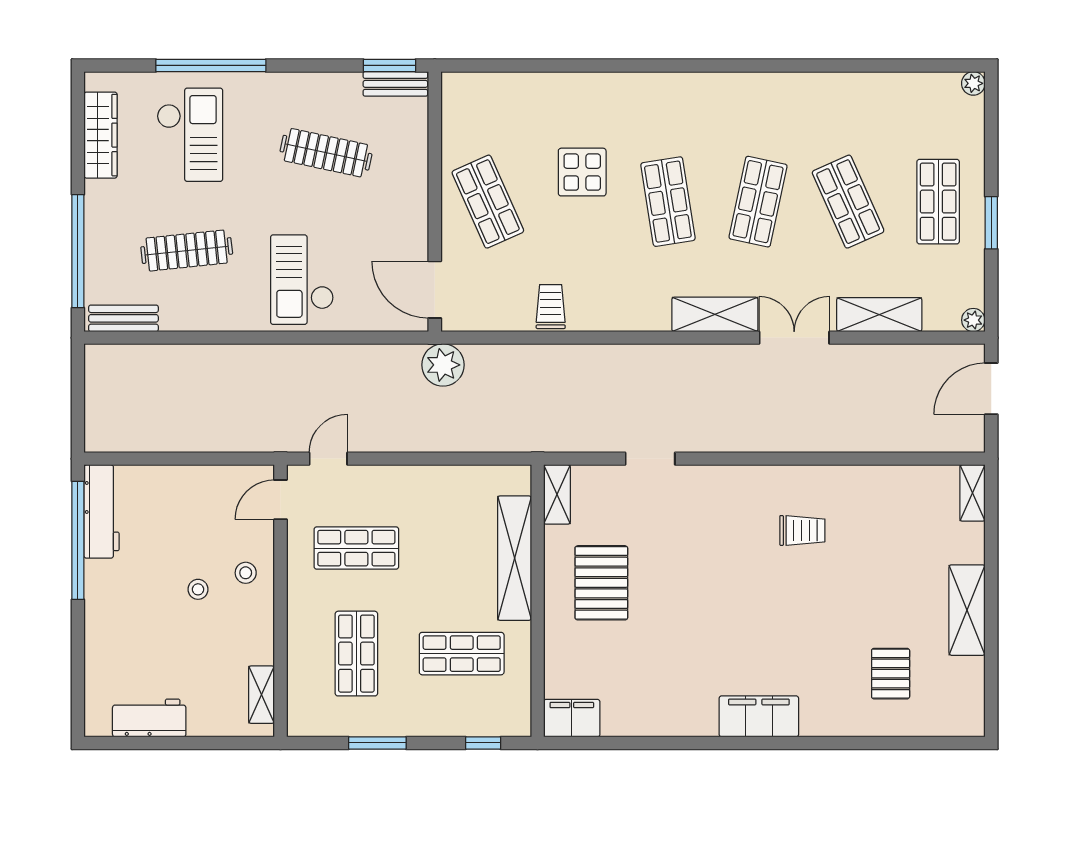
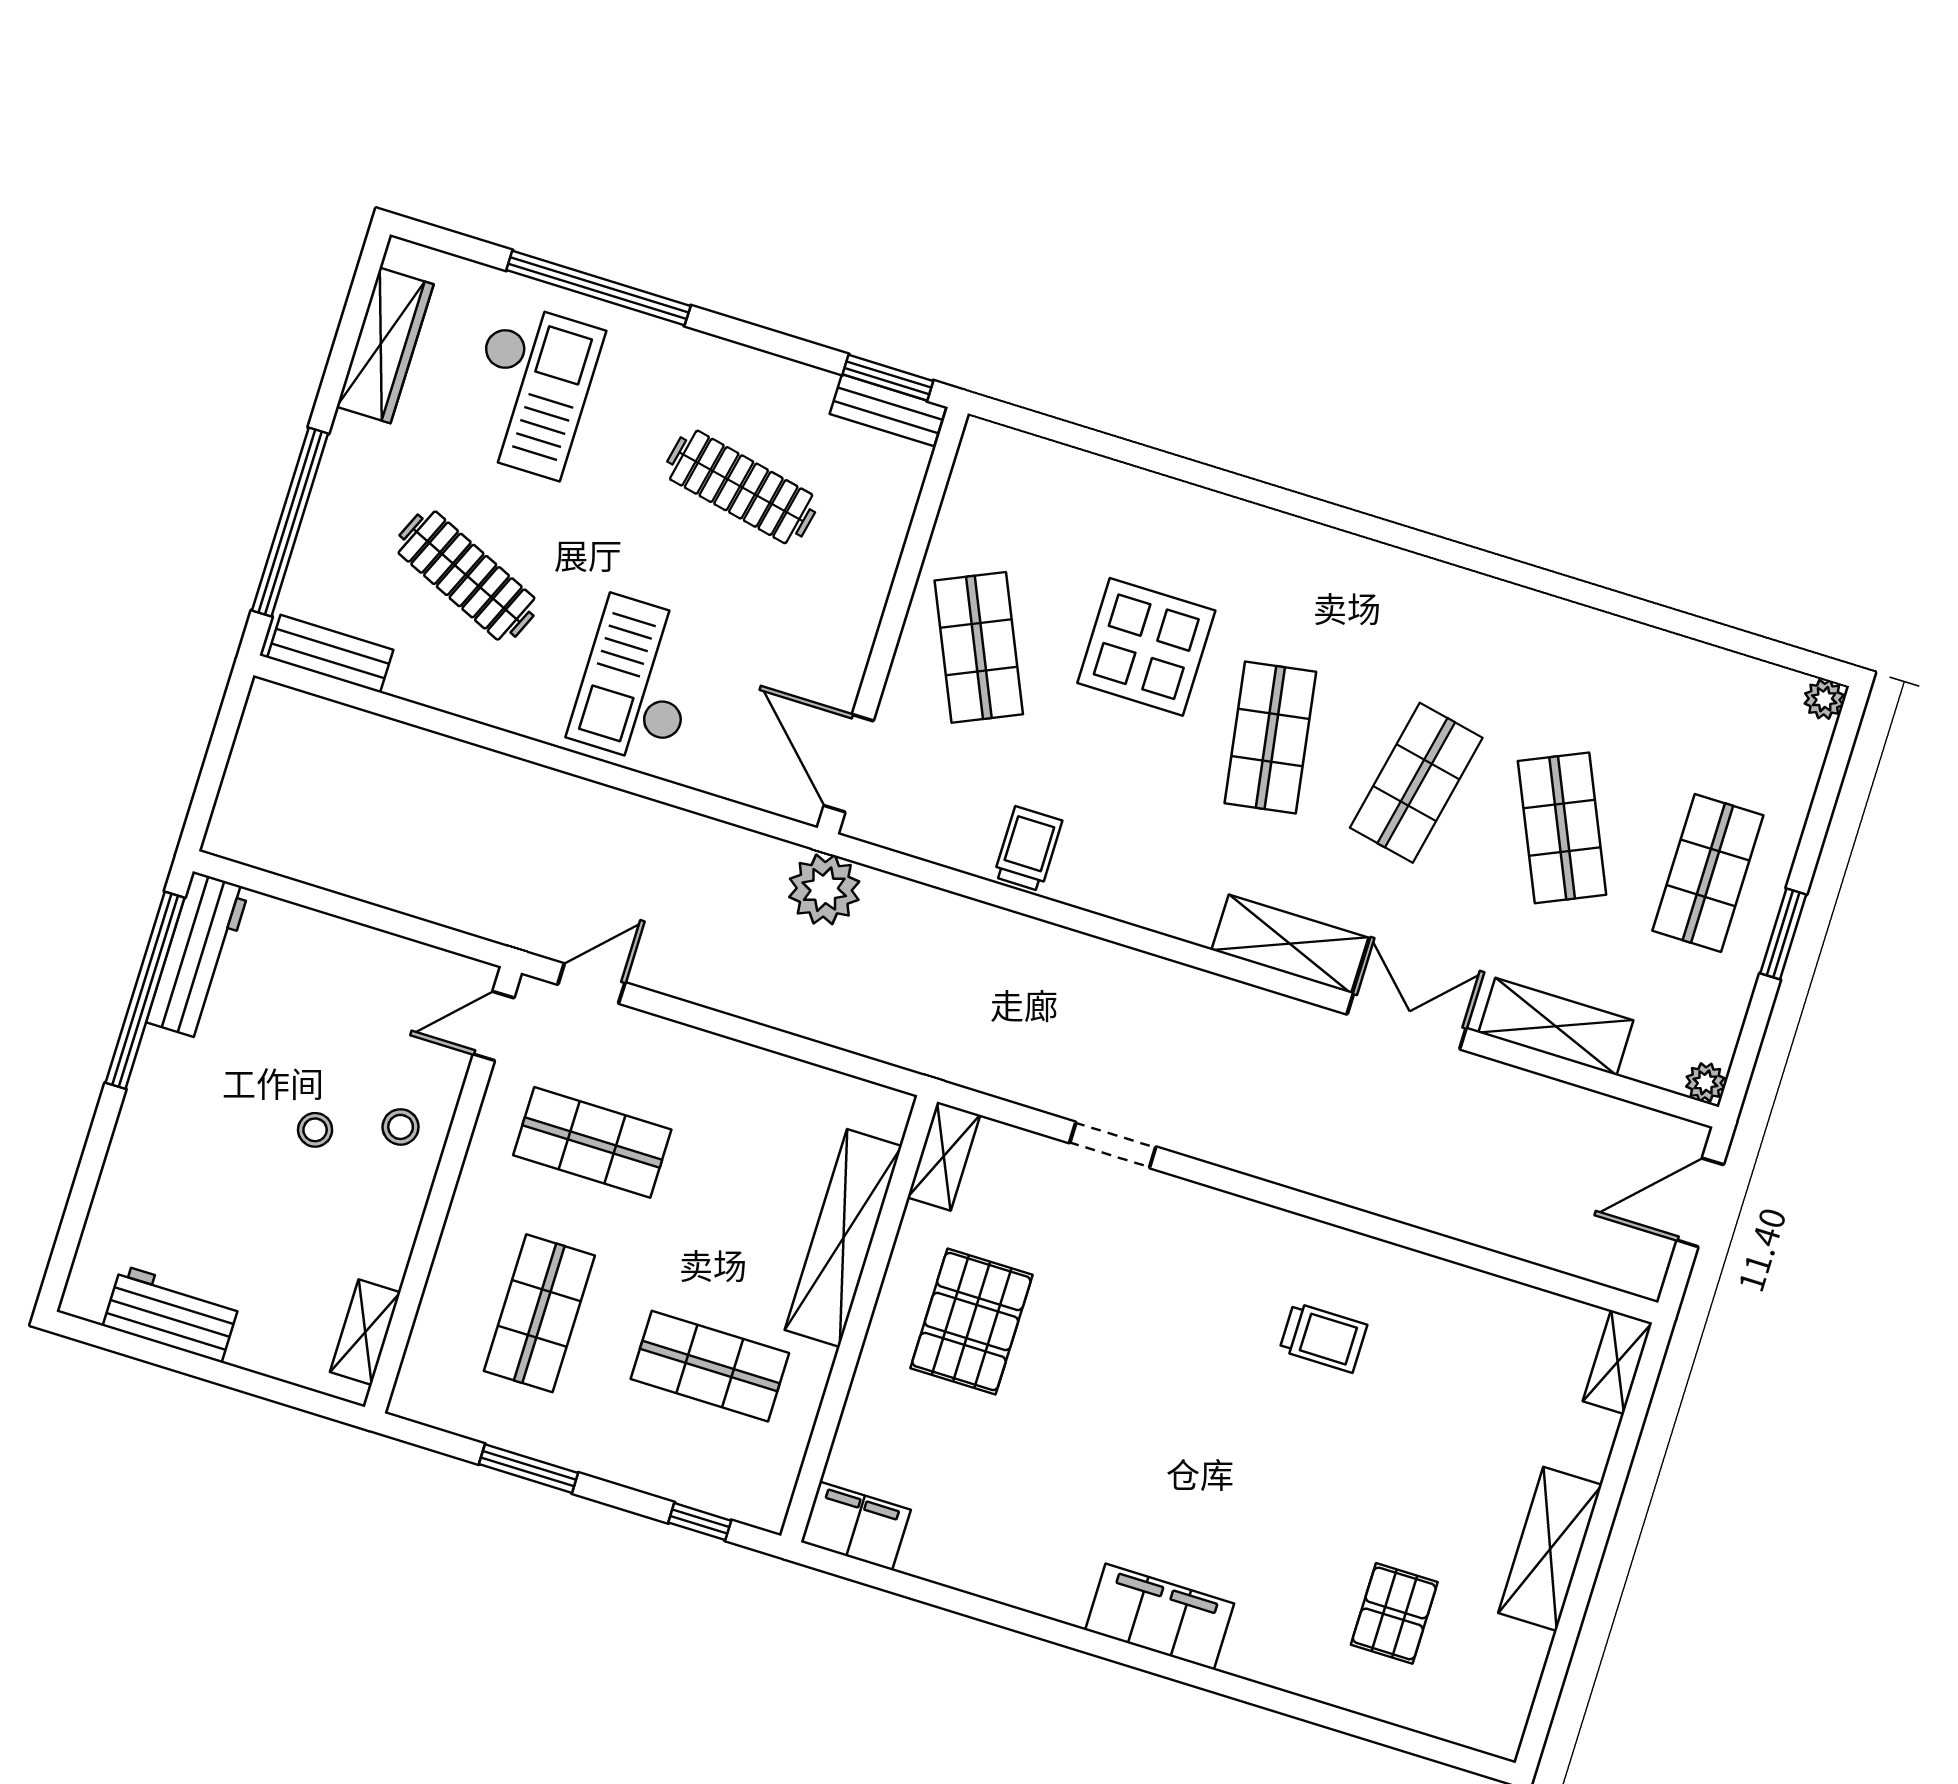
display table: (582, 172) -> (1146, 647), width x1.36, depth x1.36
clothes rail: (187, 251) -> (467, 576), turned 30

